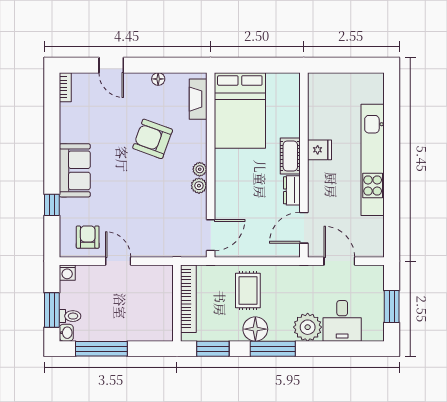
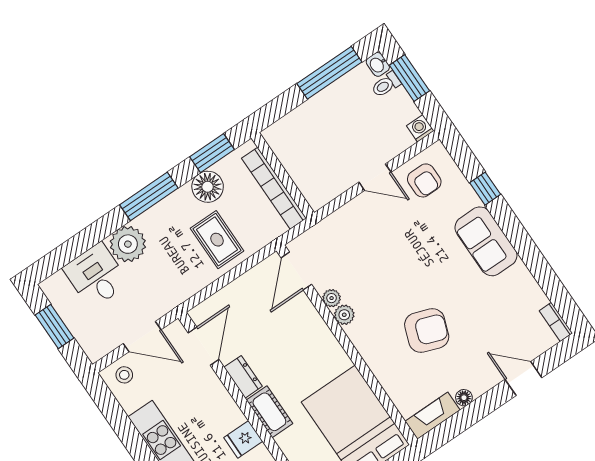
fireplace: (198, 99) -> (433, 416), moved, turned -90
plant: (200, 169) -> (332, 298), moved
stool: (368, 244) -> (124, 375), added
floor lamp: (255, 329) -> (208, 187), moved

